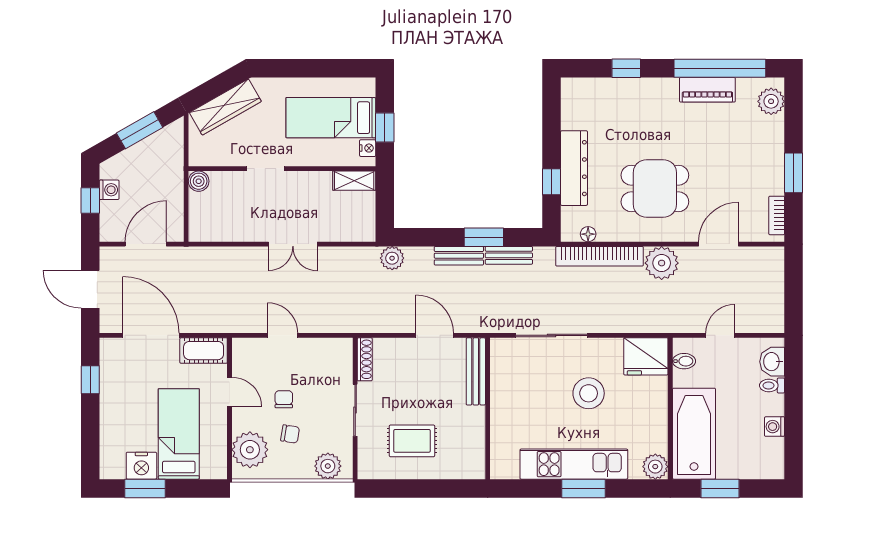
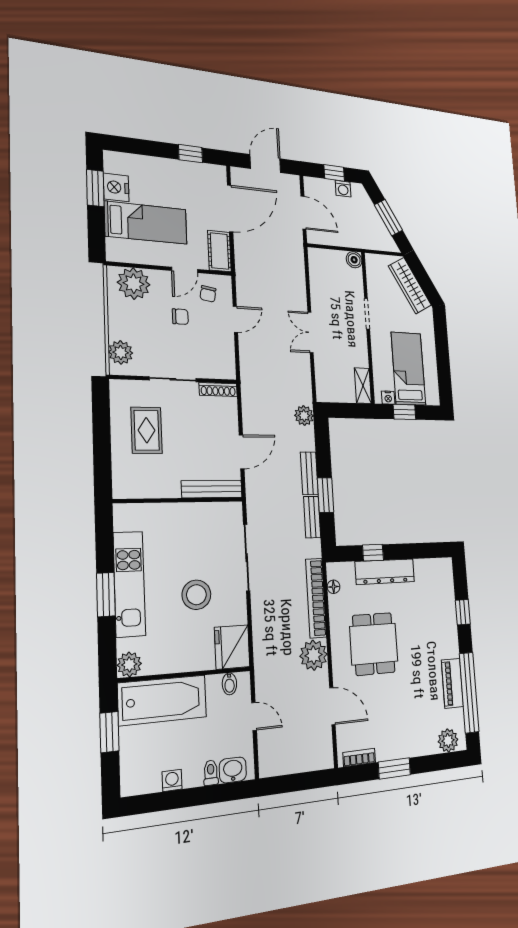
chair: (290, 434) -> (208, 294), moved

